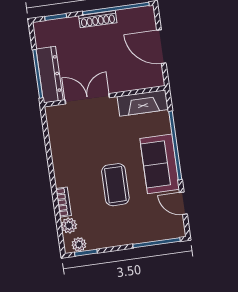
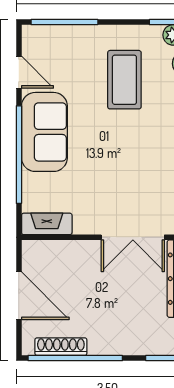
shoe rack: (98, 19) -> (61, 347), moved
fireplace: (143, 103) -> (47, 224), width x0.73, depth x0.76
coffee table: (115, 185) -> (124, 80), moved

